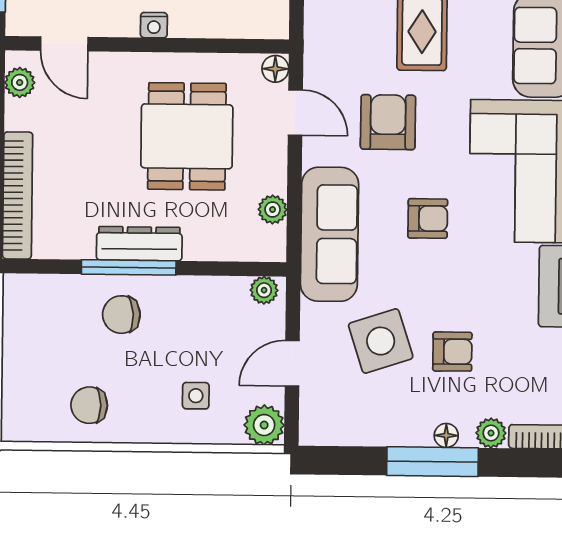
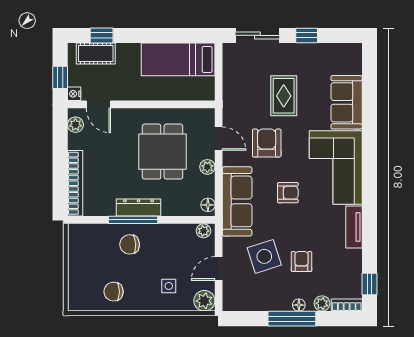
nightstand: (154, 25) -> (74, 94), moved, turned 90
floor lamp: (275, 69) -> (208, 205), moved
plant: (273, 209) -> (207, 167), moved
armchair: (452, 352) -> (302, 262), turned -90

